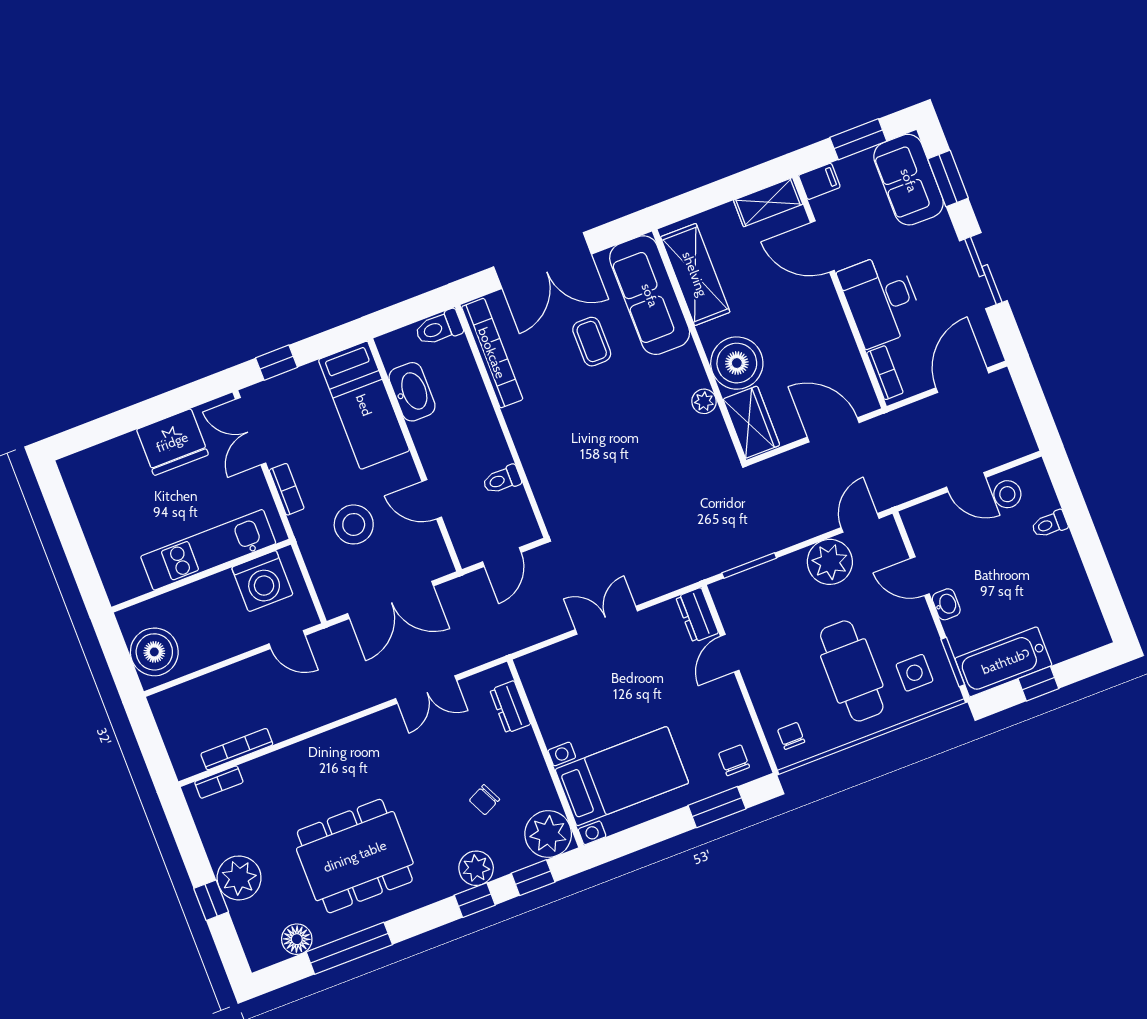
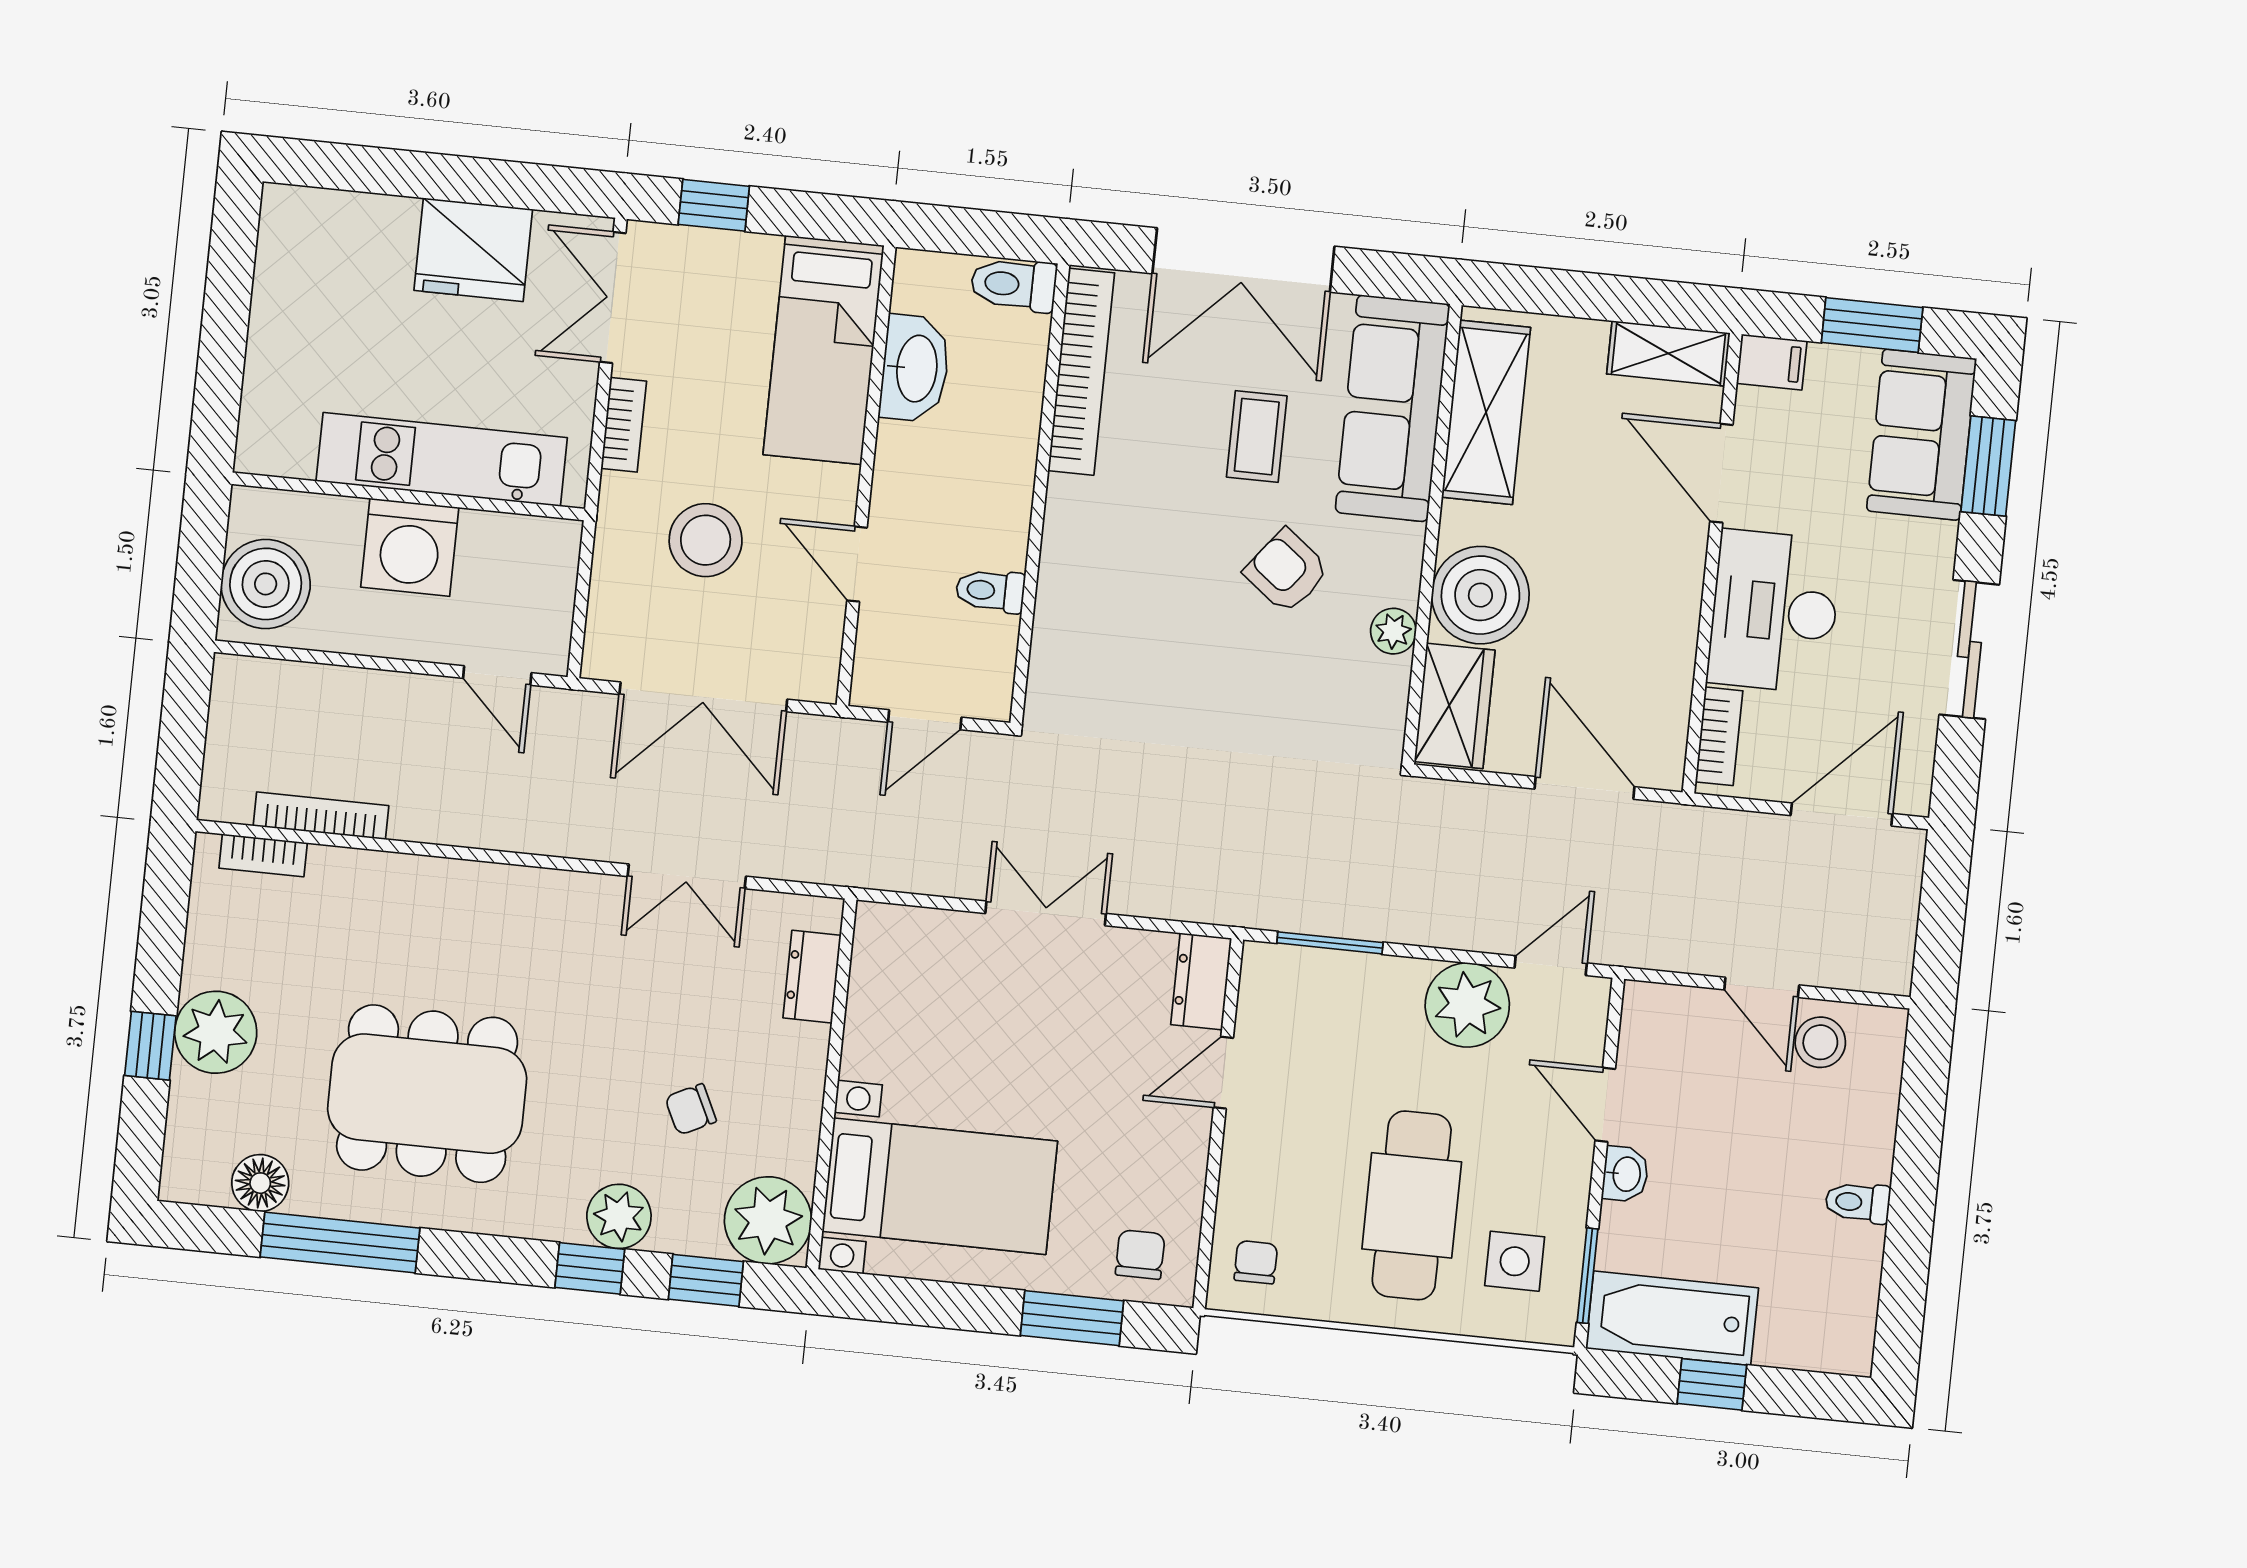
armchair: (638, 399) -> (1286, 571), added
toilet: (1050, 524) -> (1858, 1202), moved
washing machine: (262, 581) -> (410, 547), moved

